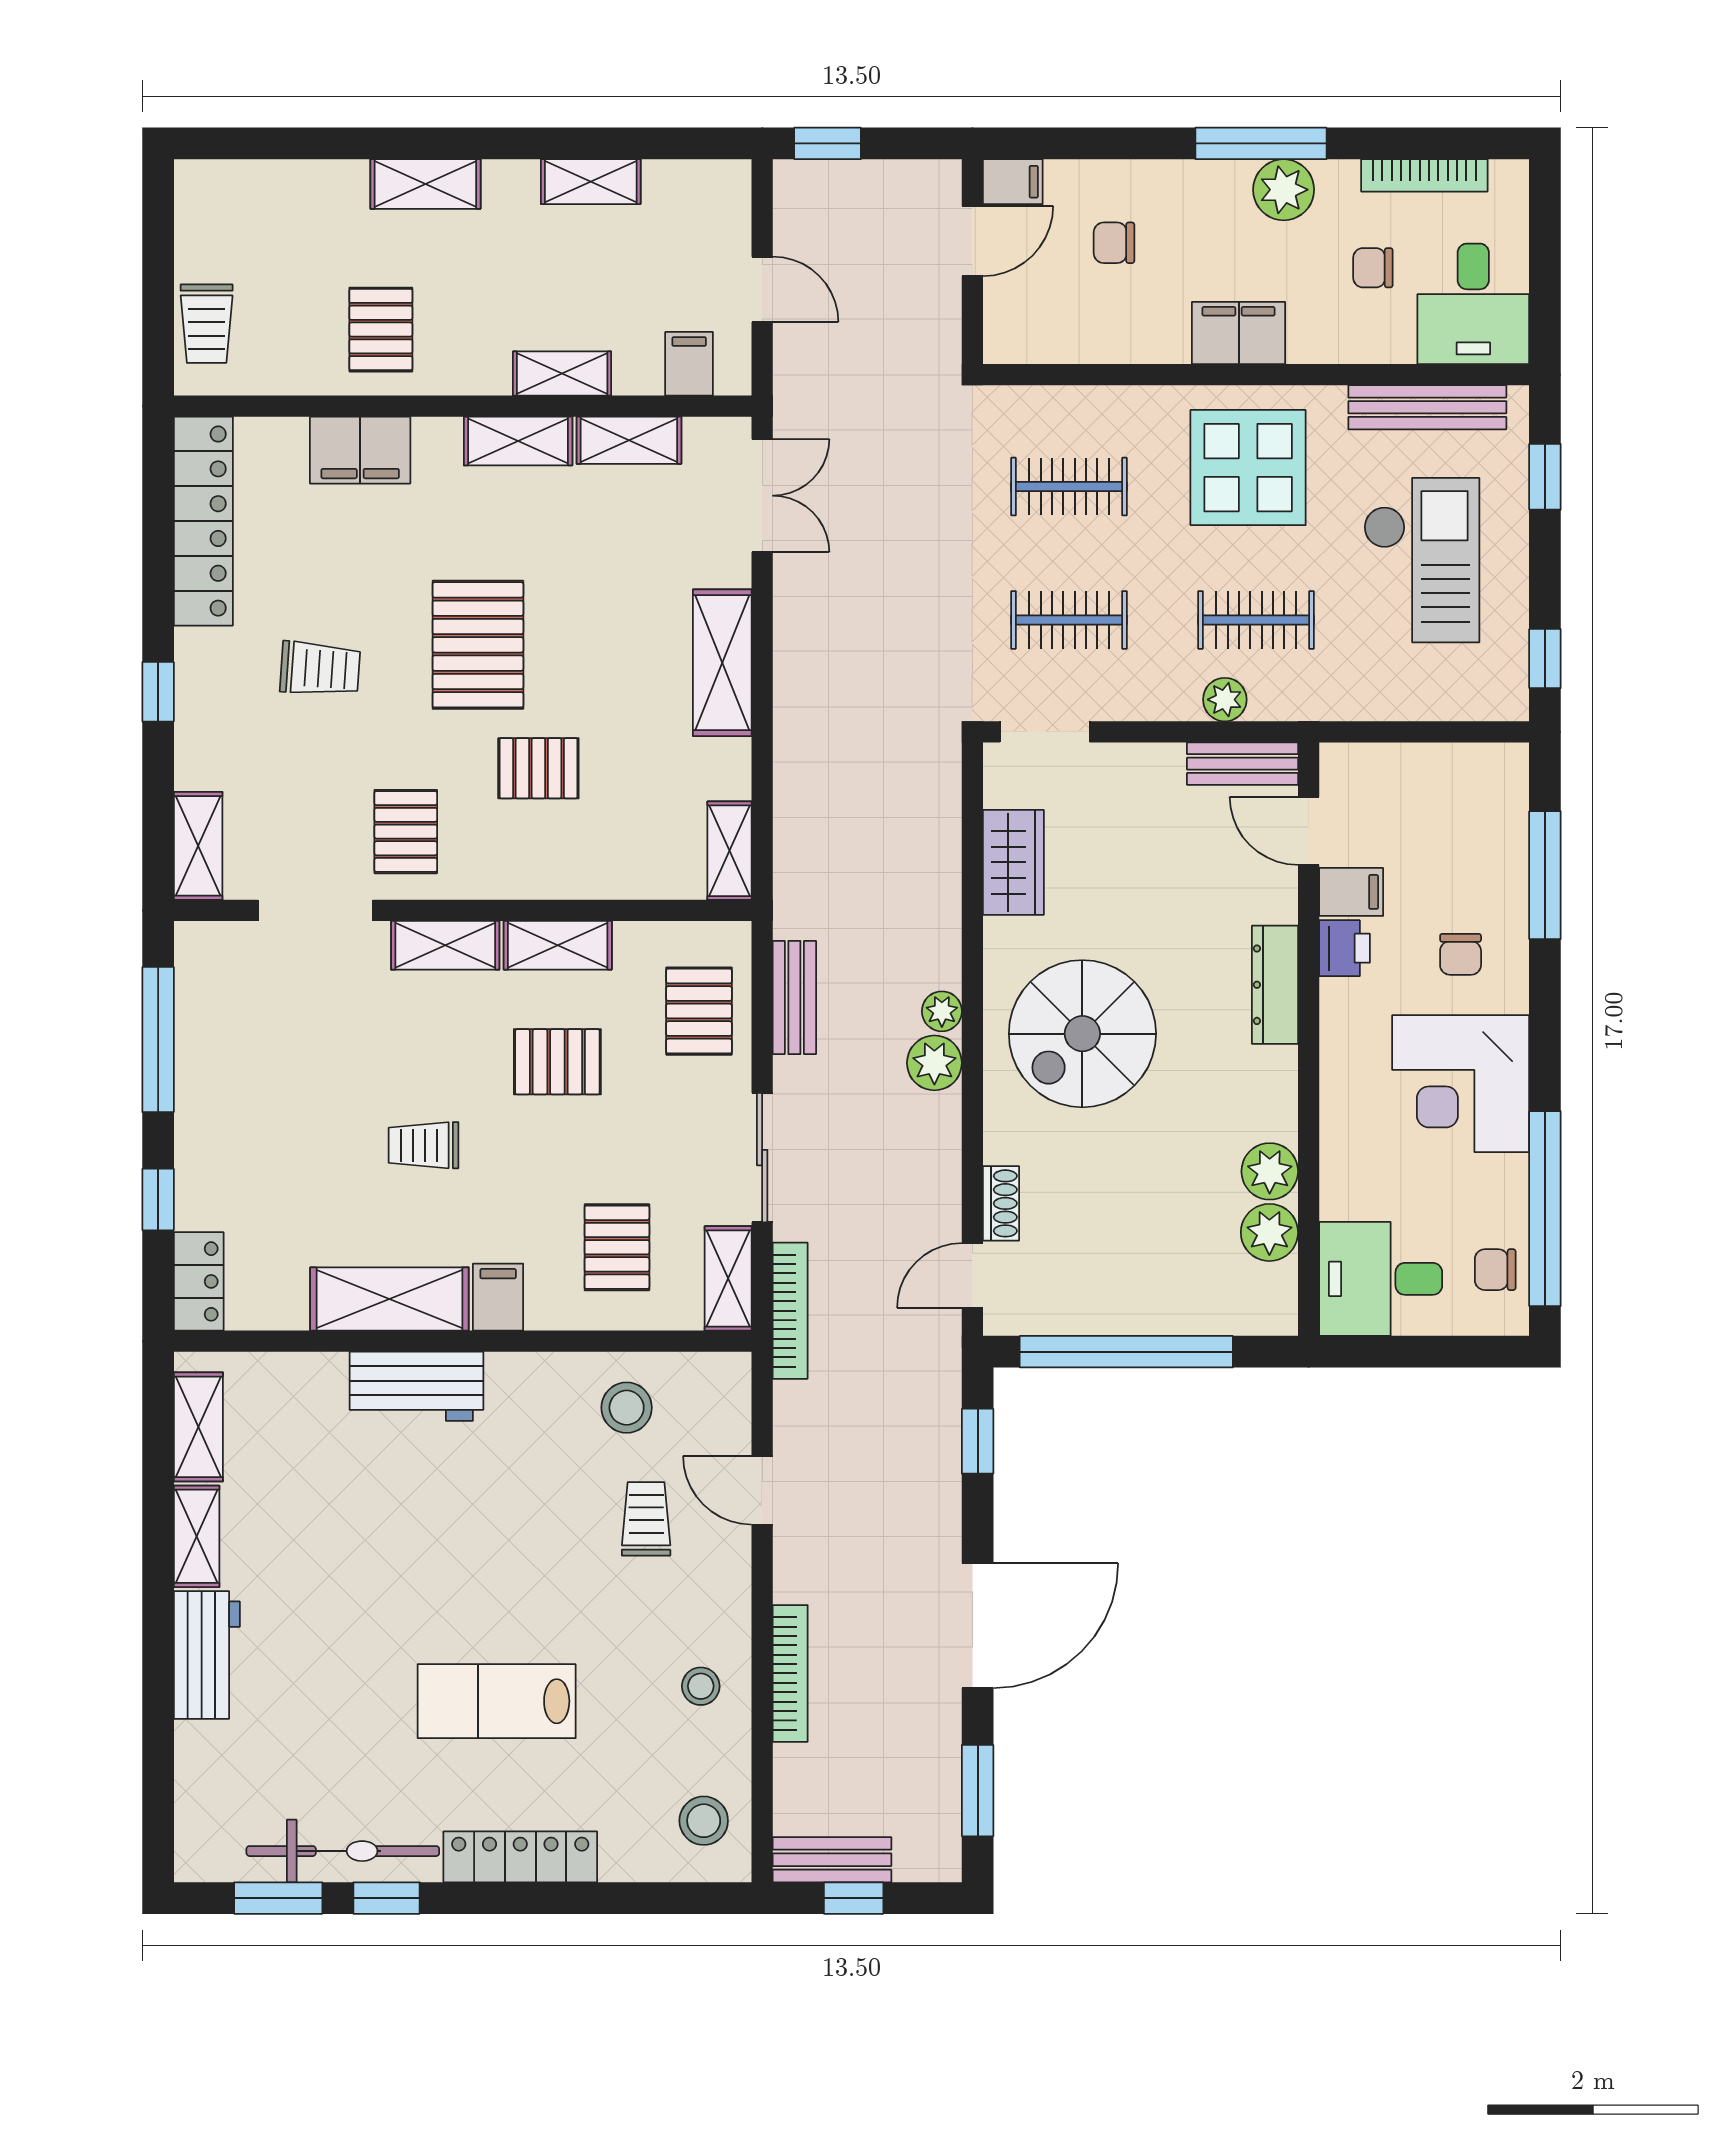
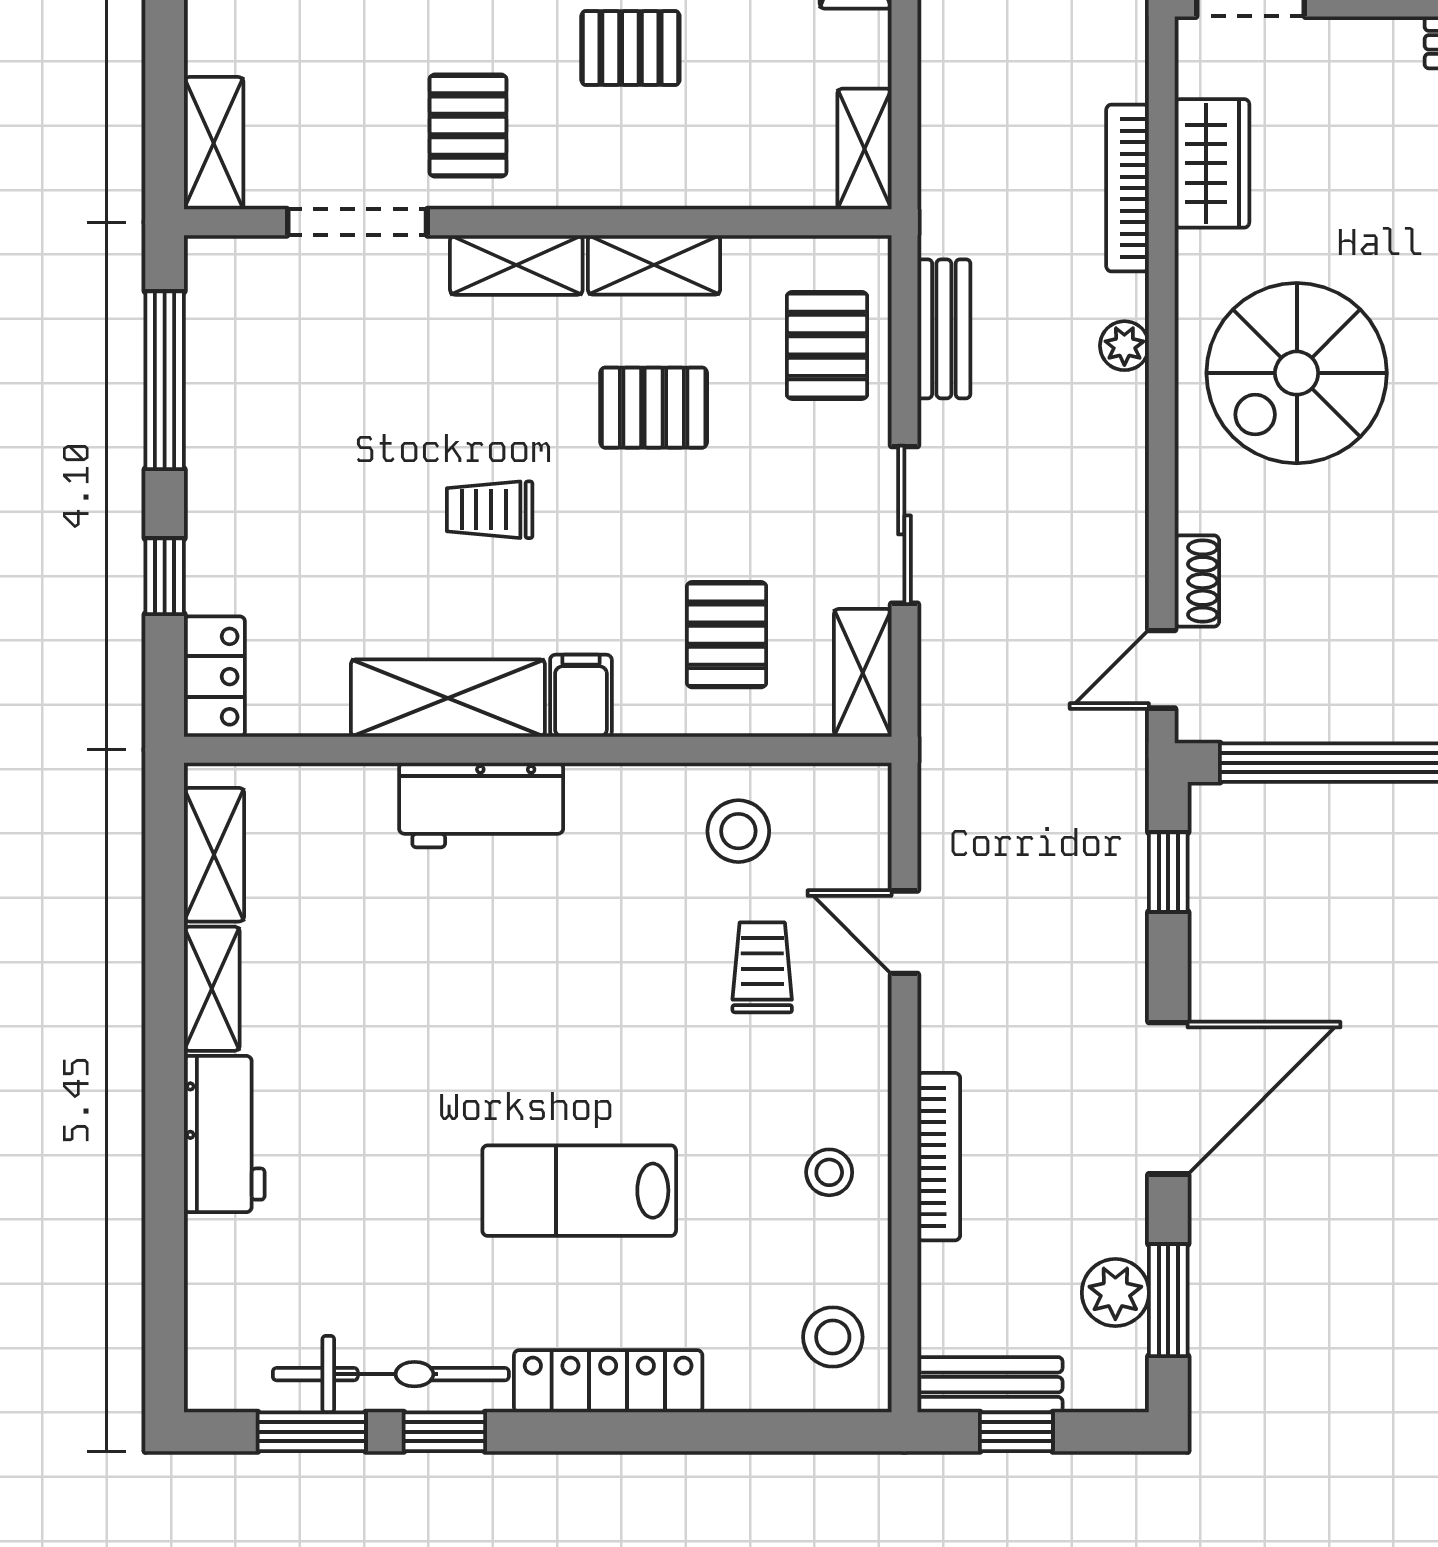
plant: (934, 1063) -> (1115, 1293), moved
bookcase: (790, 1311) -> (1128, 188), moved, turned 180

